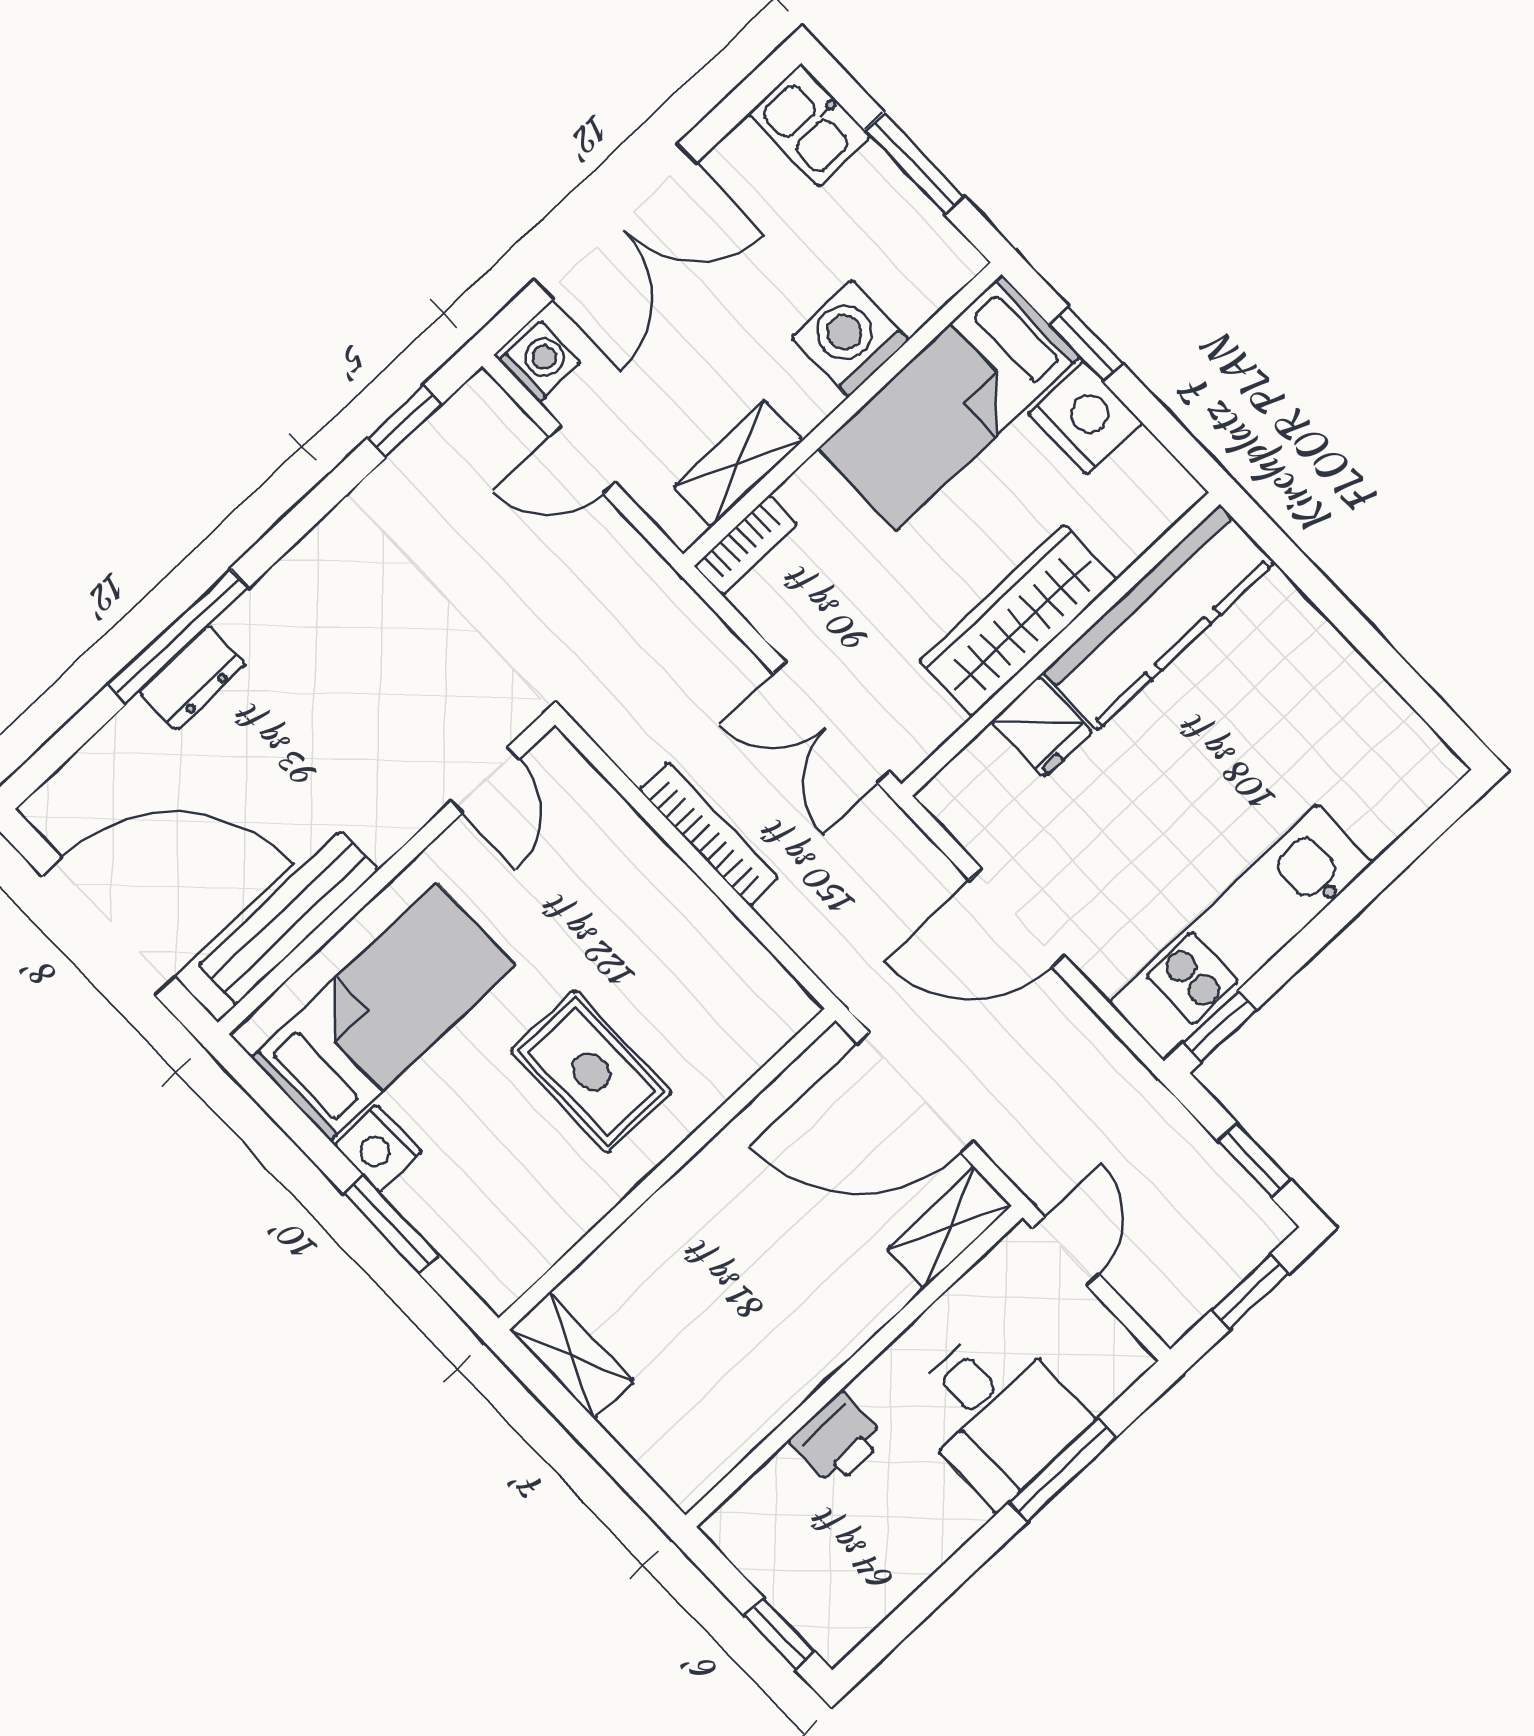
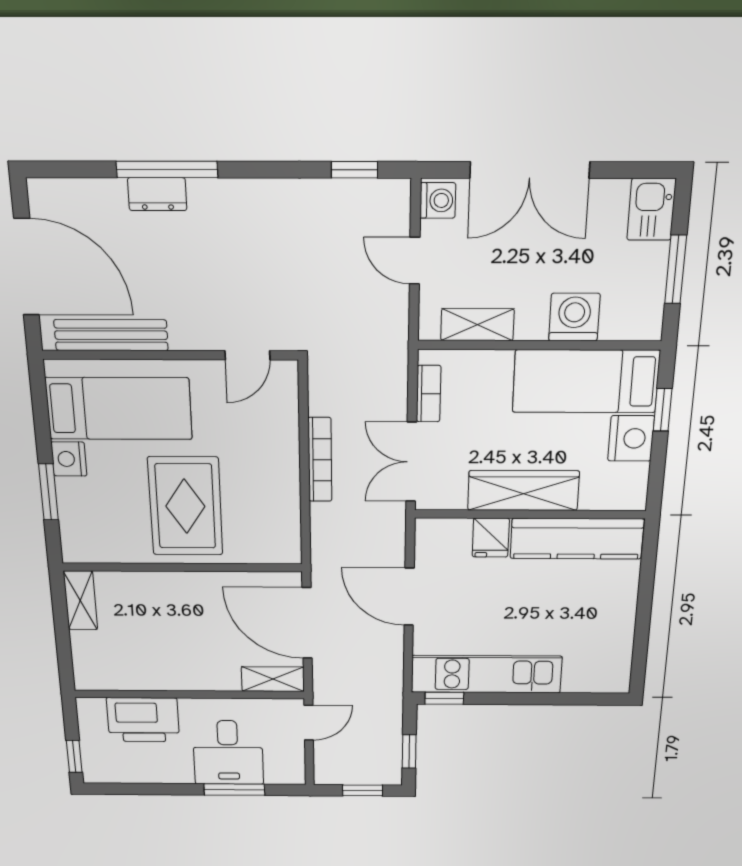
bookcase: (746, 545) -> (429, 394), moved, turned -90
rug: (591, 1071) -> (185, 506), width x1.36, depth x1.43
printer: (837, 1439) -> (143, 720), width x1.87, depth x1.48

